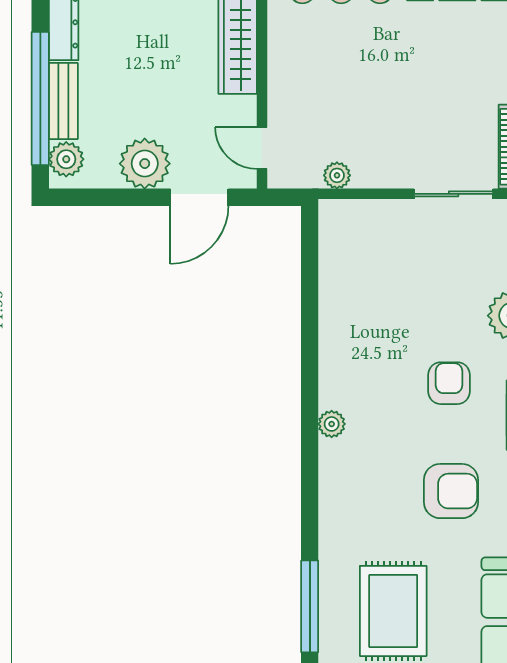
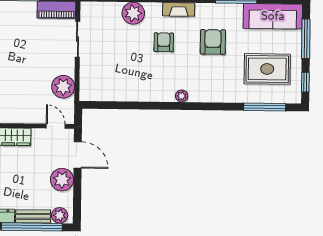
door: (262, 148) -> (56, 126), swing flipped
plant: (337, 175) -> (63, 87), width x1.88, depth x1.88
armchair: (449, 383) -> (164, 42), turned 90

